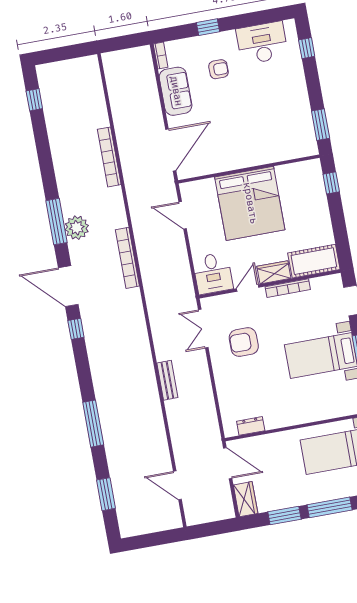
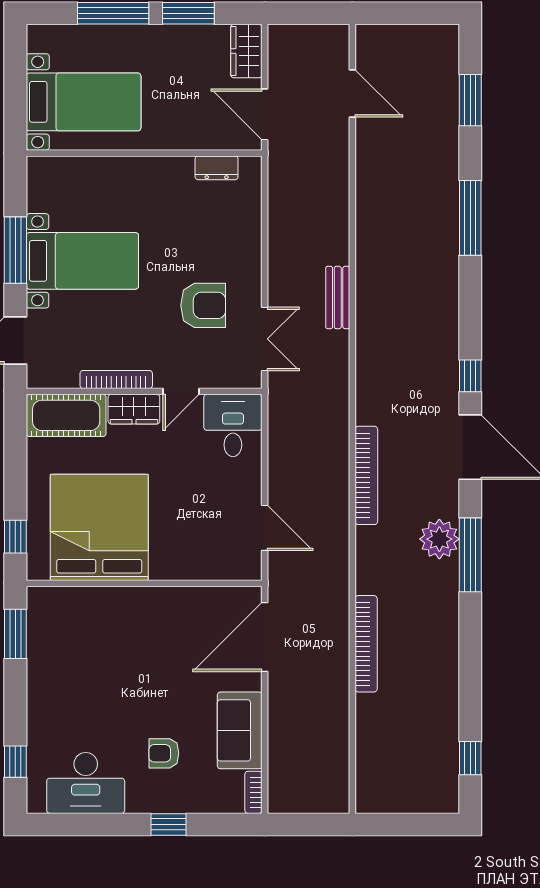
bed: (250, 203) -> (99, 527), moved
bench: (167, 380) -> (338, 297), moved

